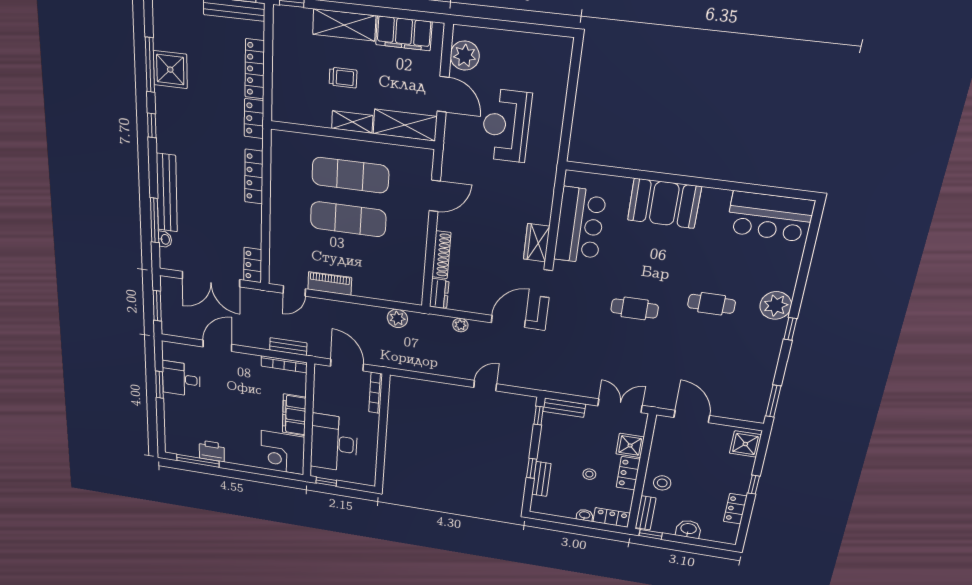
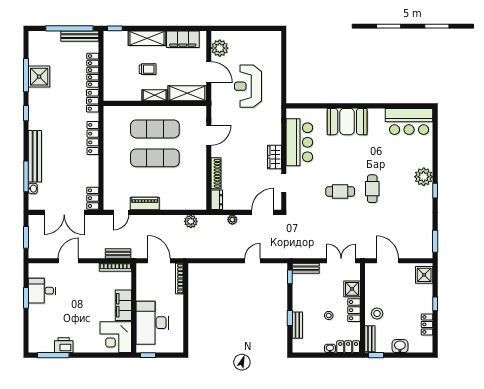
cafe table: (712, 304) -> (372, 189), moved, turned 90

